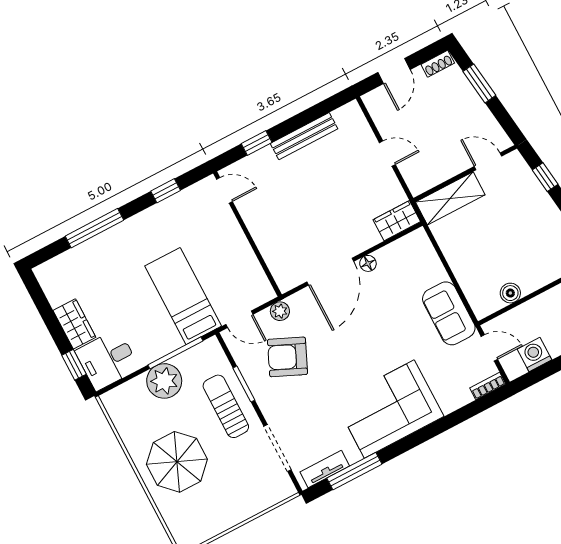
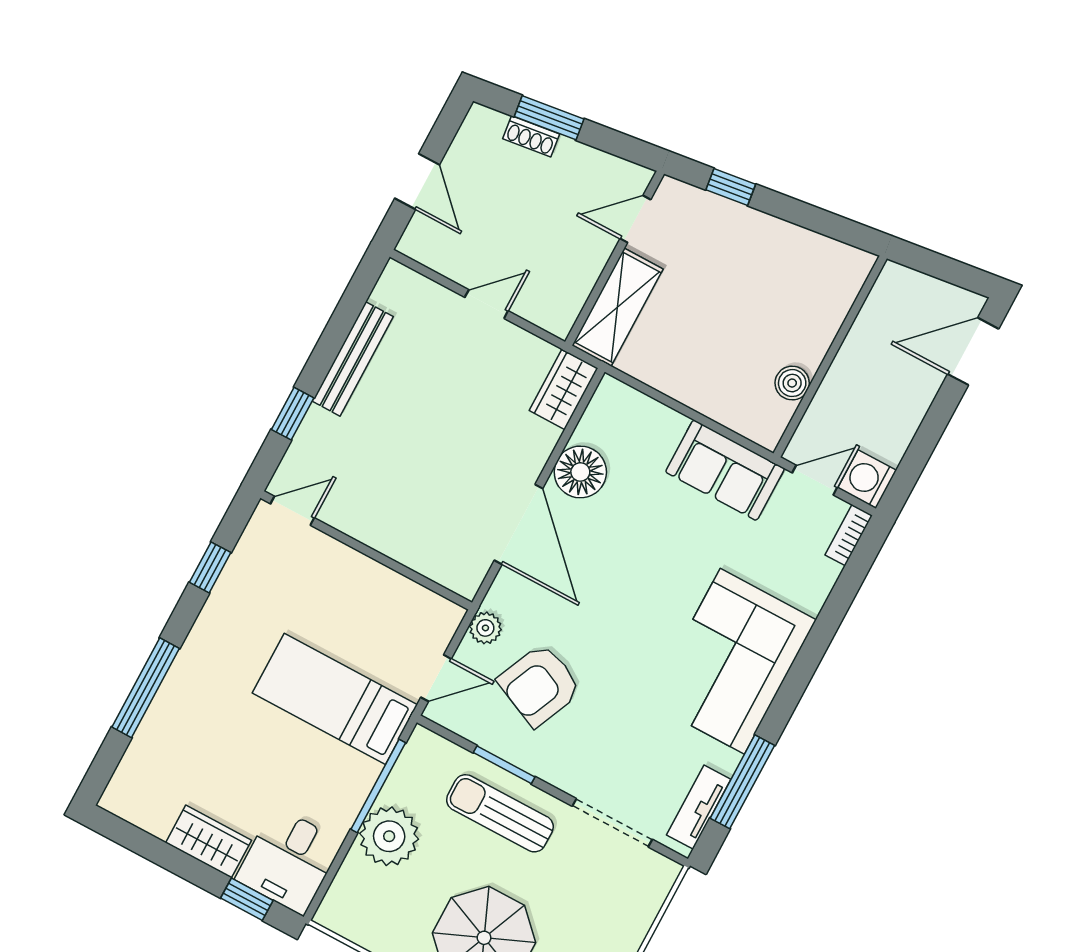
shoe rack: (438, 64) -> (531, 136), moved, turned 83
floor lamp: (368, 263) -> (580, 472), width x1.89, depth x1.89
washing machine: (534, 354) -> (867, 479), moved

